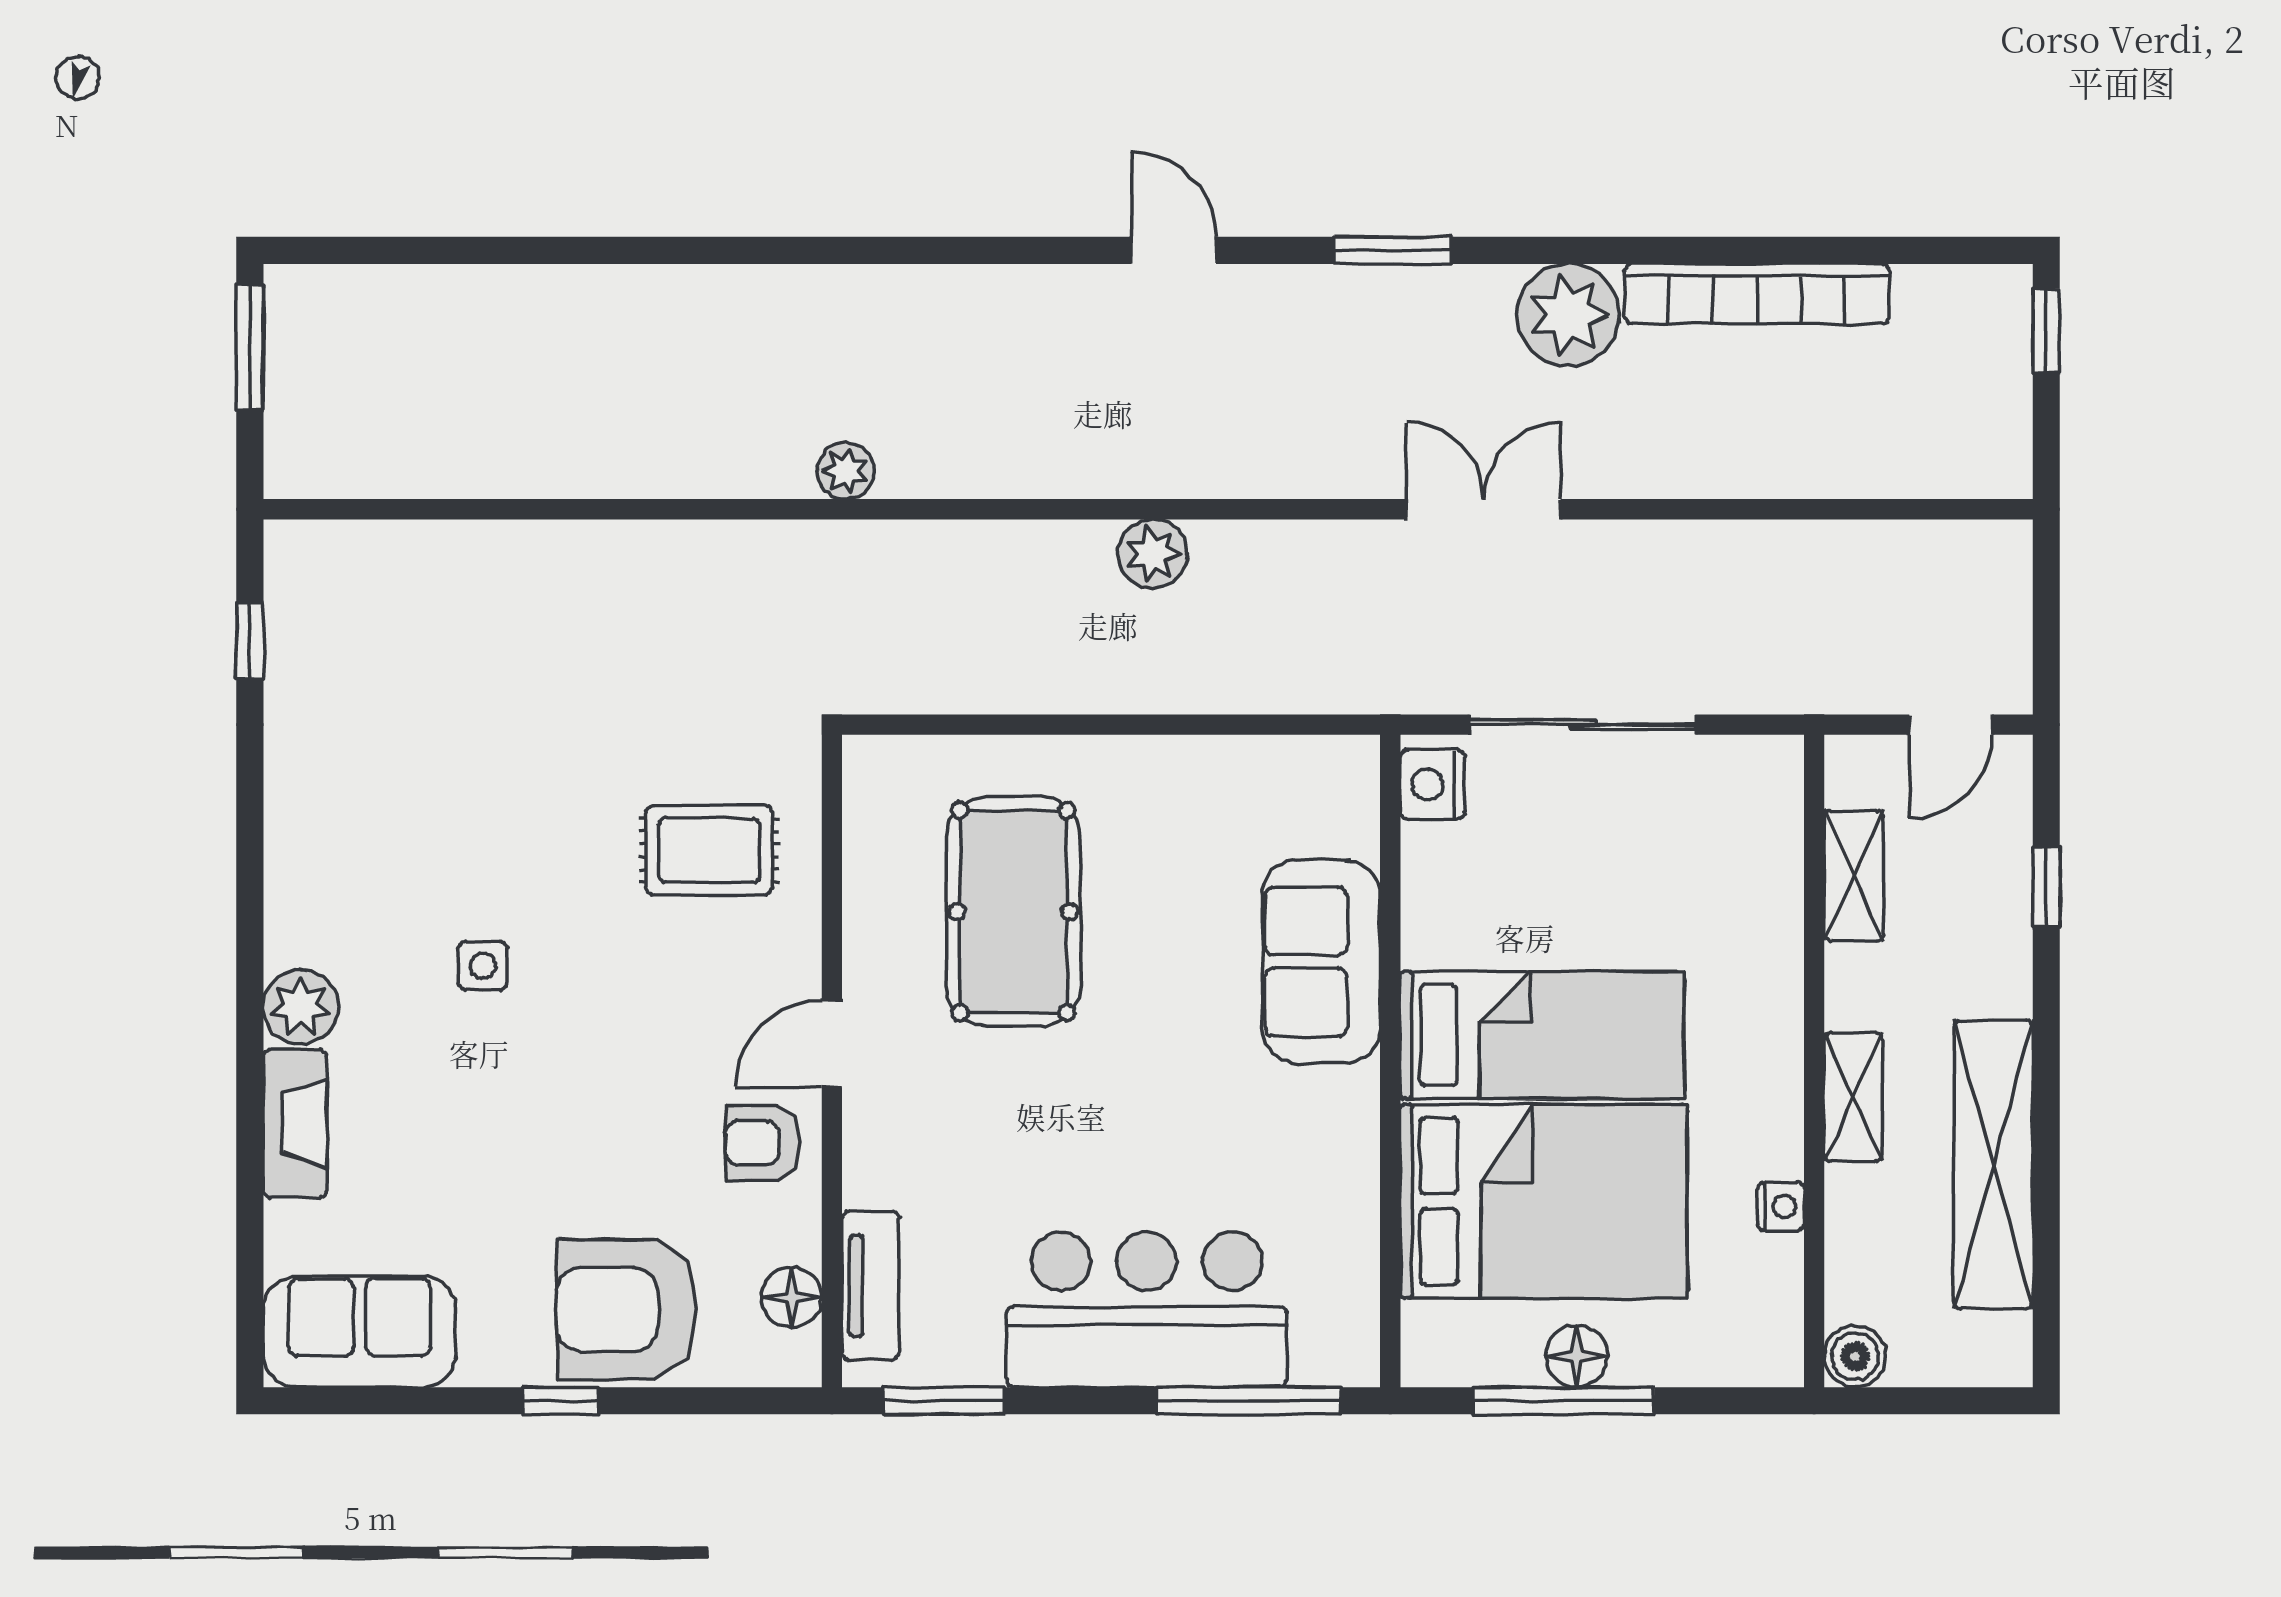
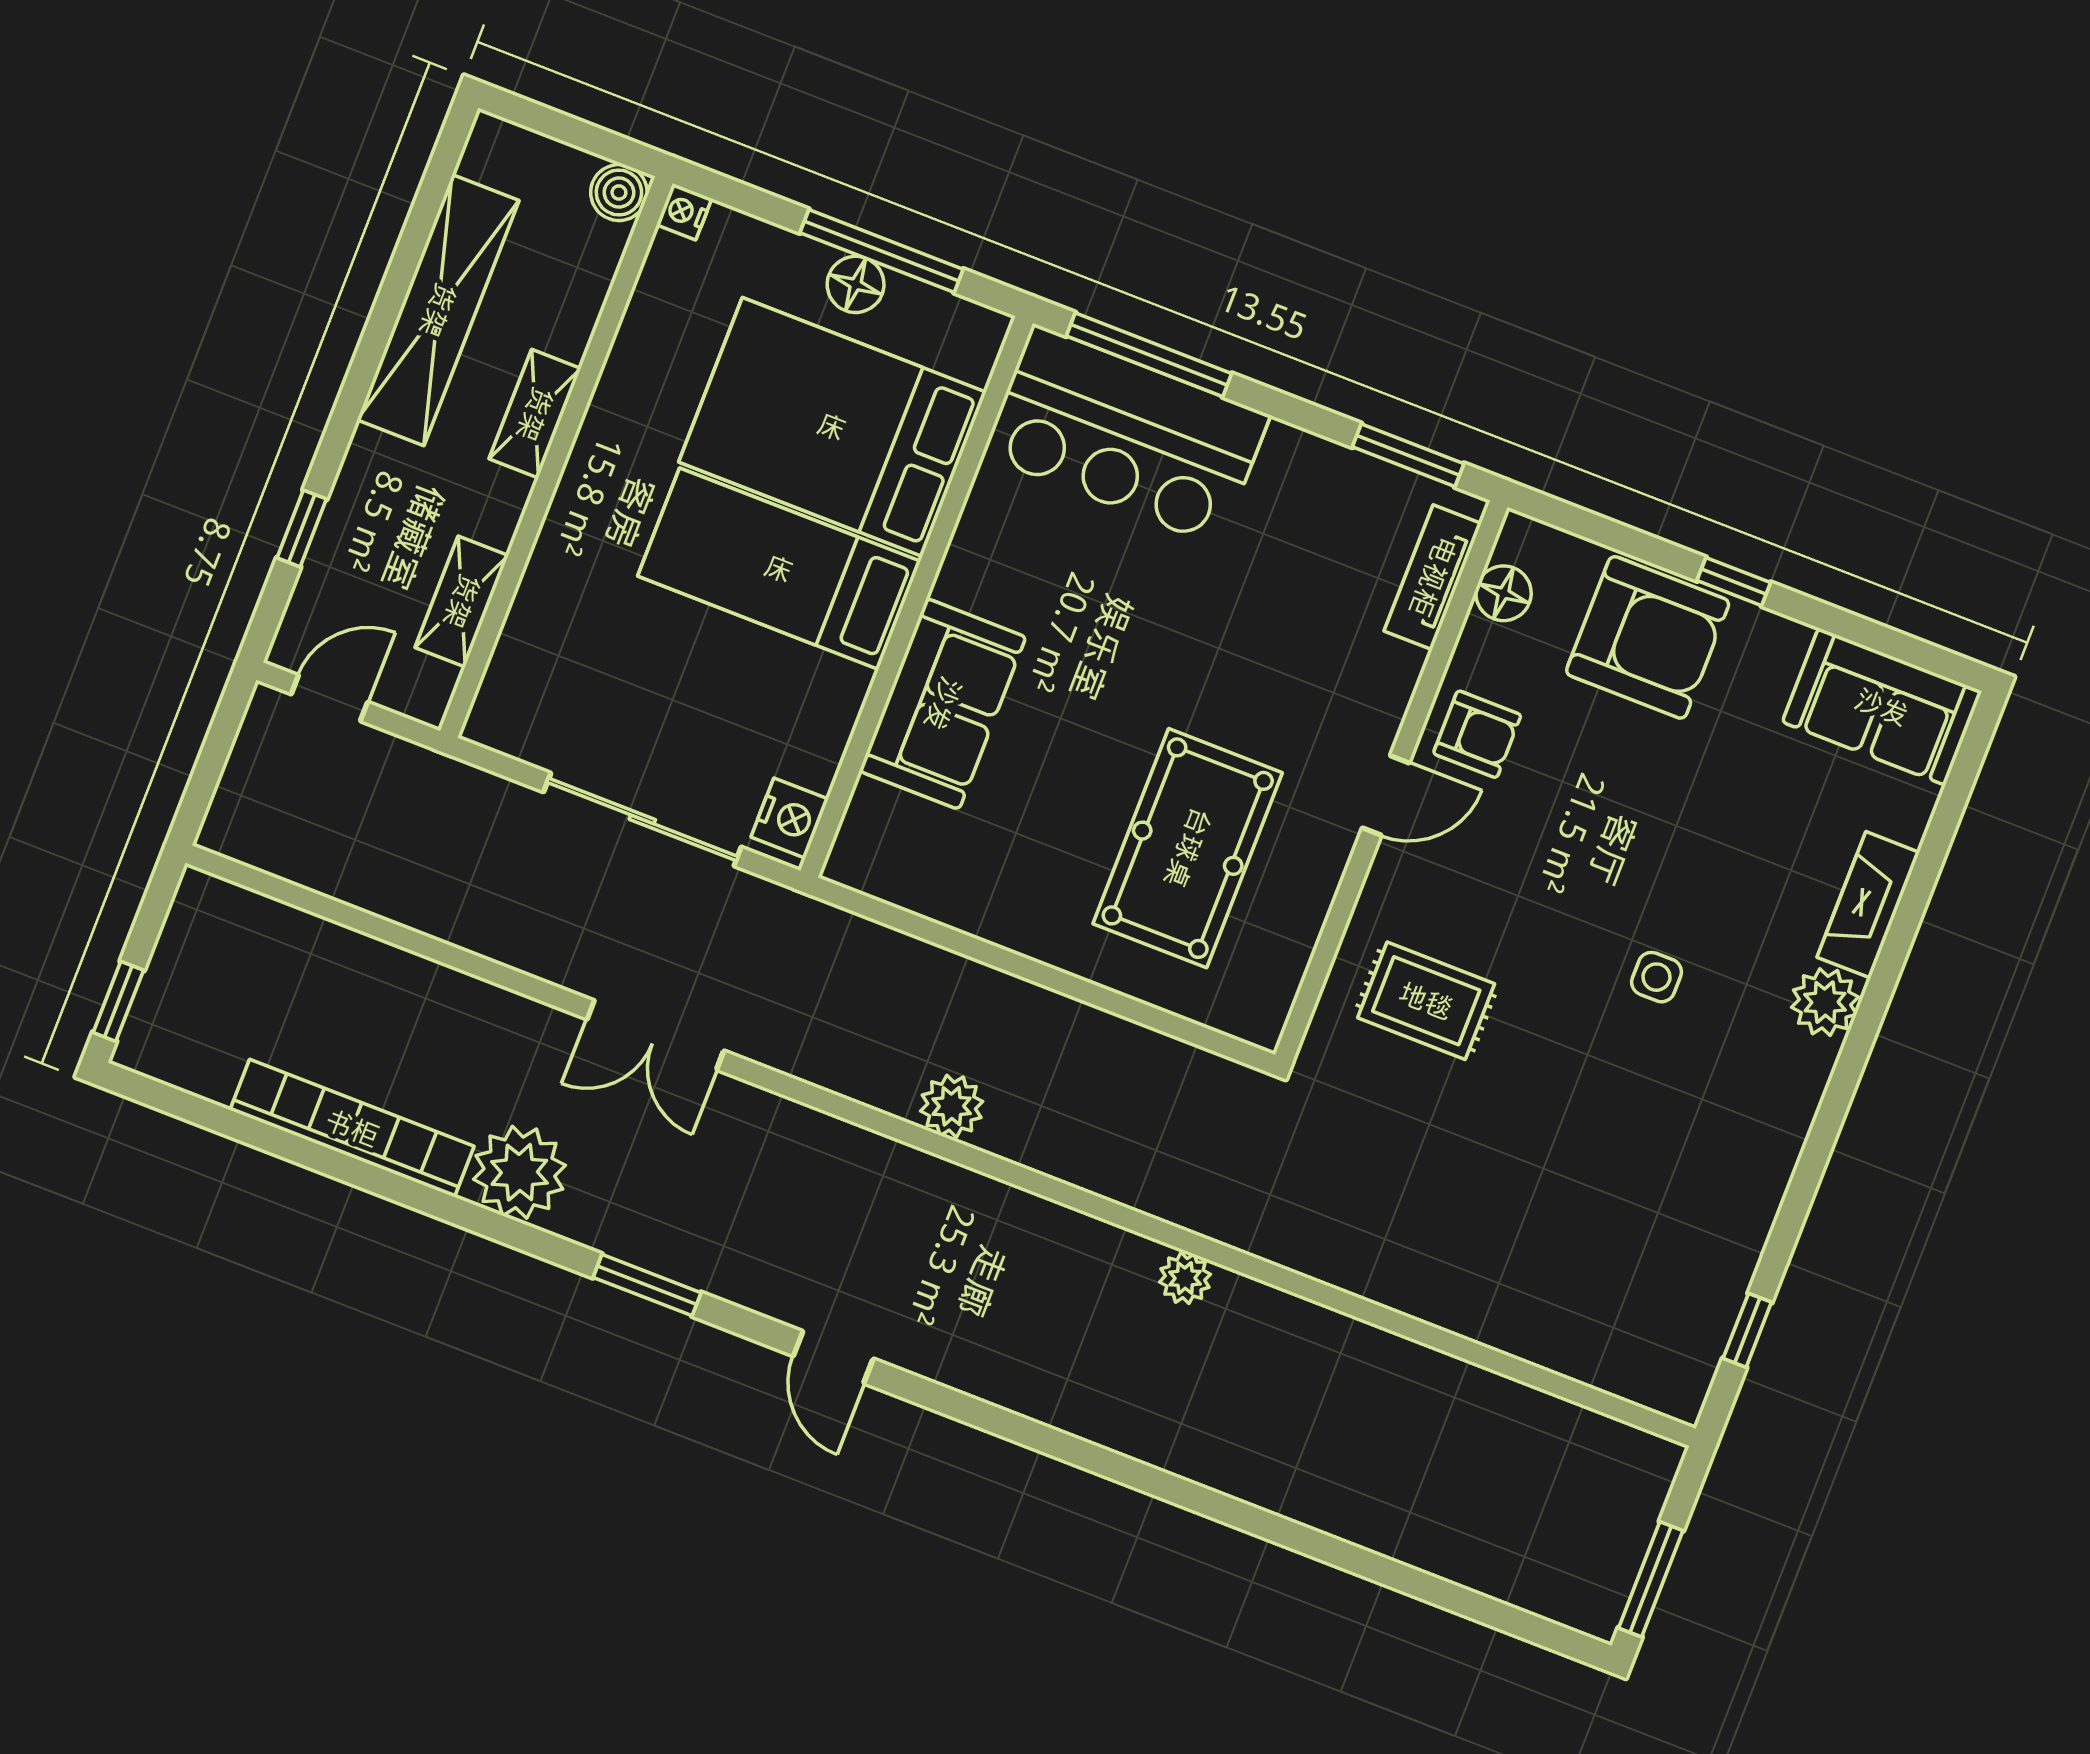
nightstand: (1781, 1206) -> (684, 212), moved
bar counter: (1147, 1309) -> (1126, 435), moved

